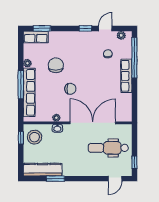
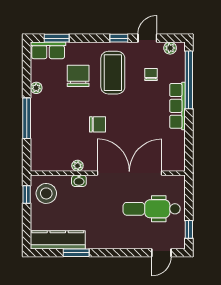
coffee table: (81, 53) -> (113, 73), added
chair: (56, 65) -> (78, 76), moved
row of seats: (29, 92) -> (39, 130), removed

